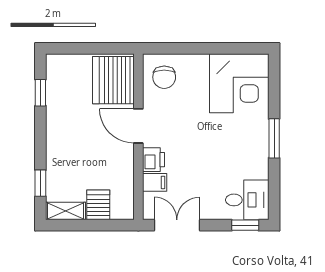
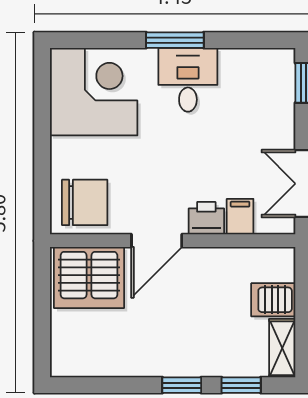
chair: (164, 77) -> (85, 202), width x1.37, depth x1.37
window: (40, 93) -> (182, 385), moved
desk: (247, 200) -> (188, 80), moved

